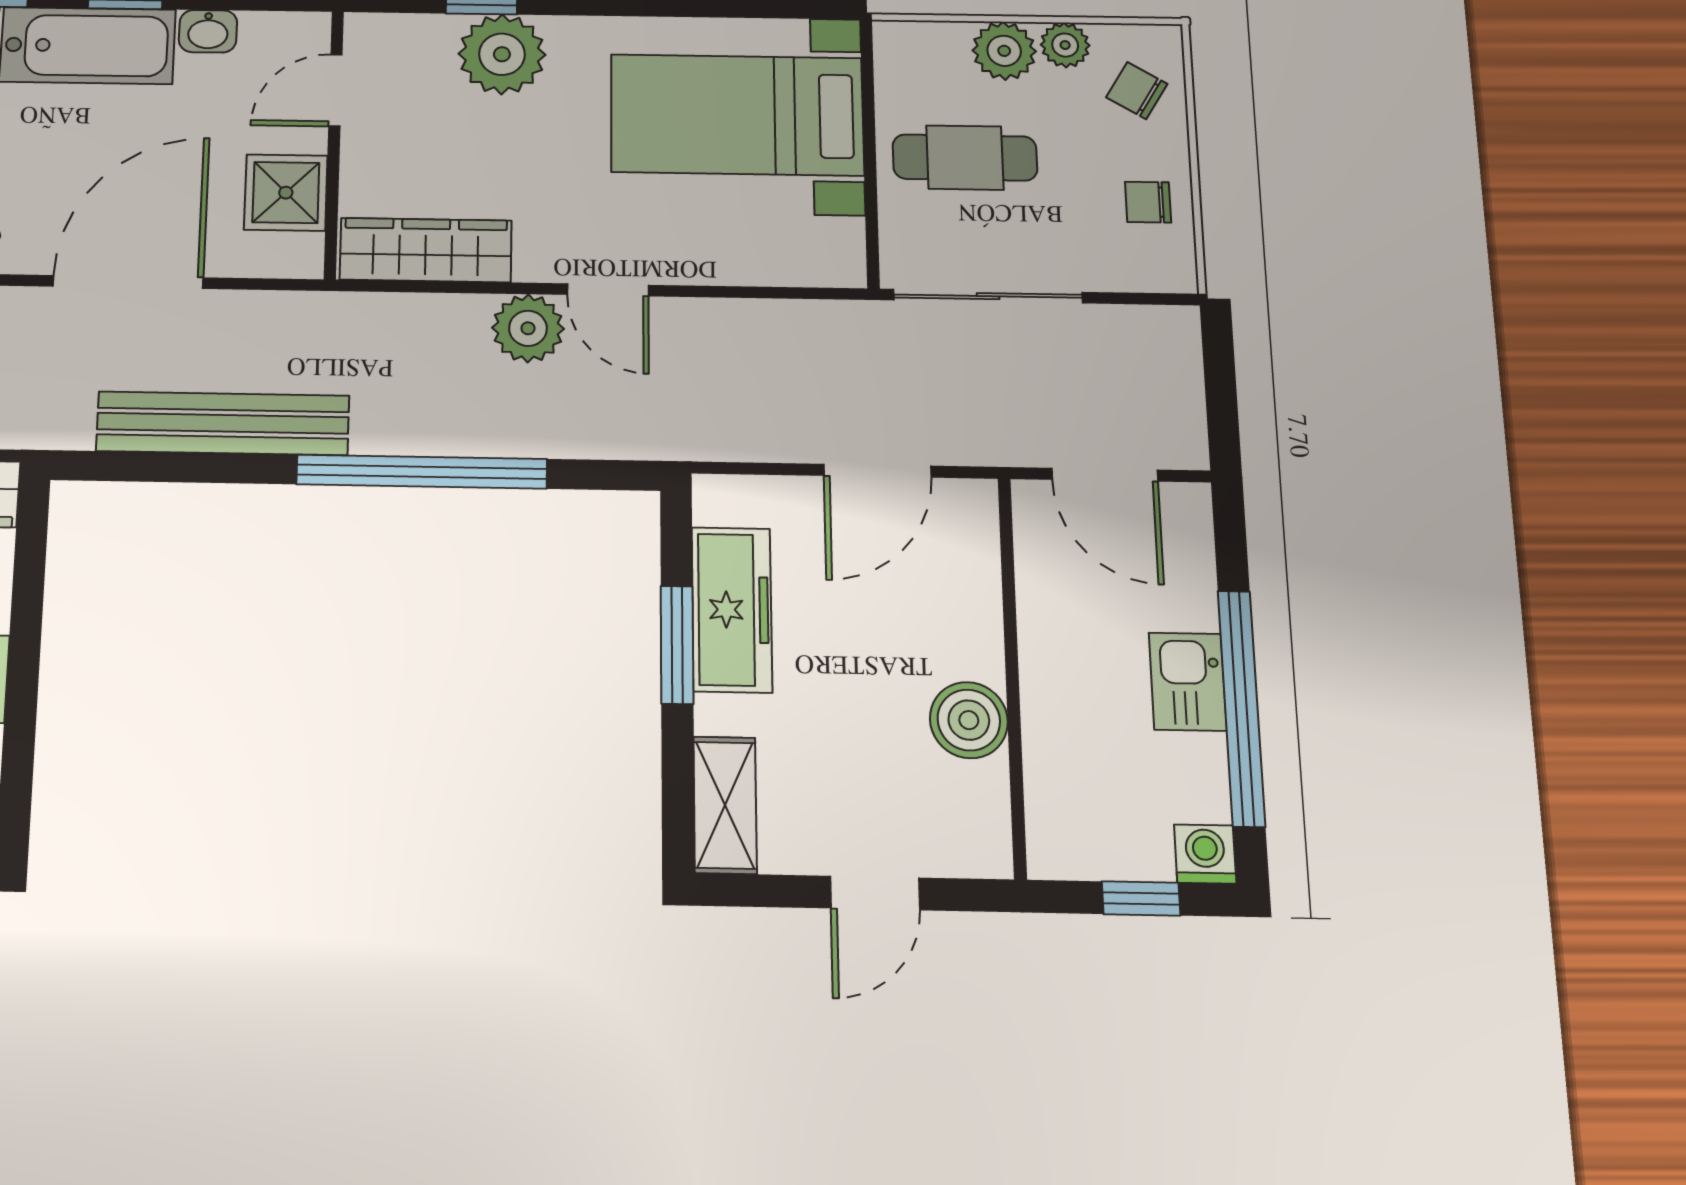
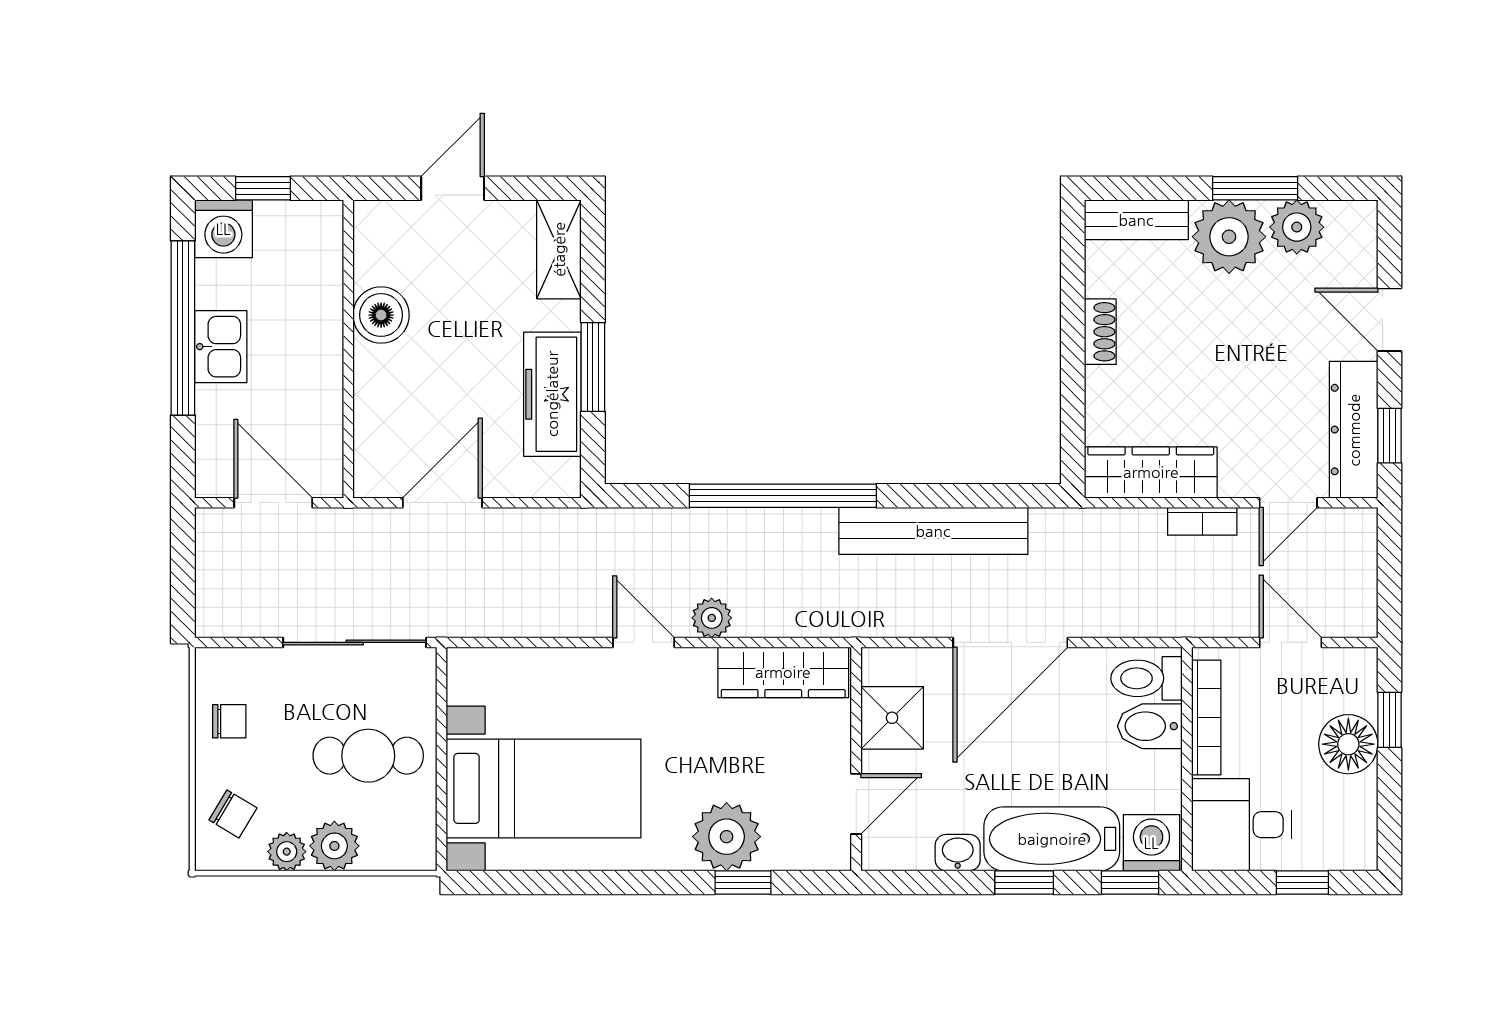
plant: (528, 328) -> (712, 618), width x0.73, depth x0.73
washing machine: (1205, 854) -> (223, 229), width x1.38, depth x1.38

